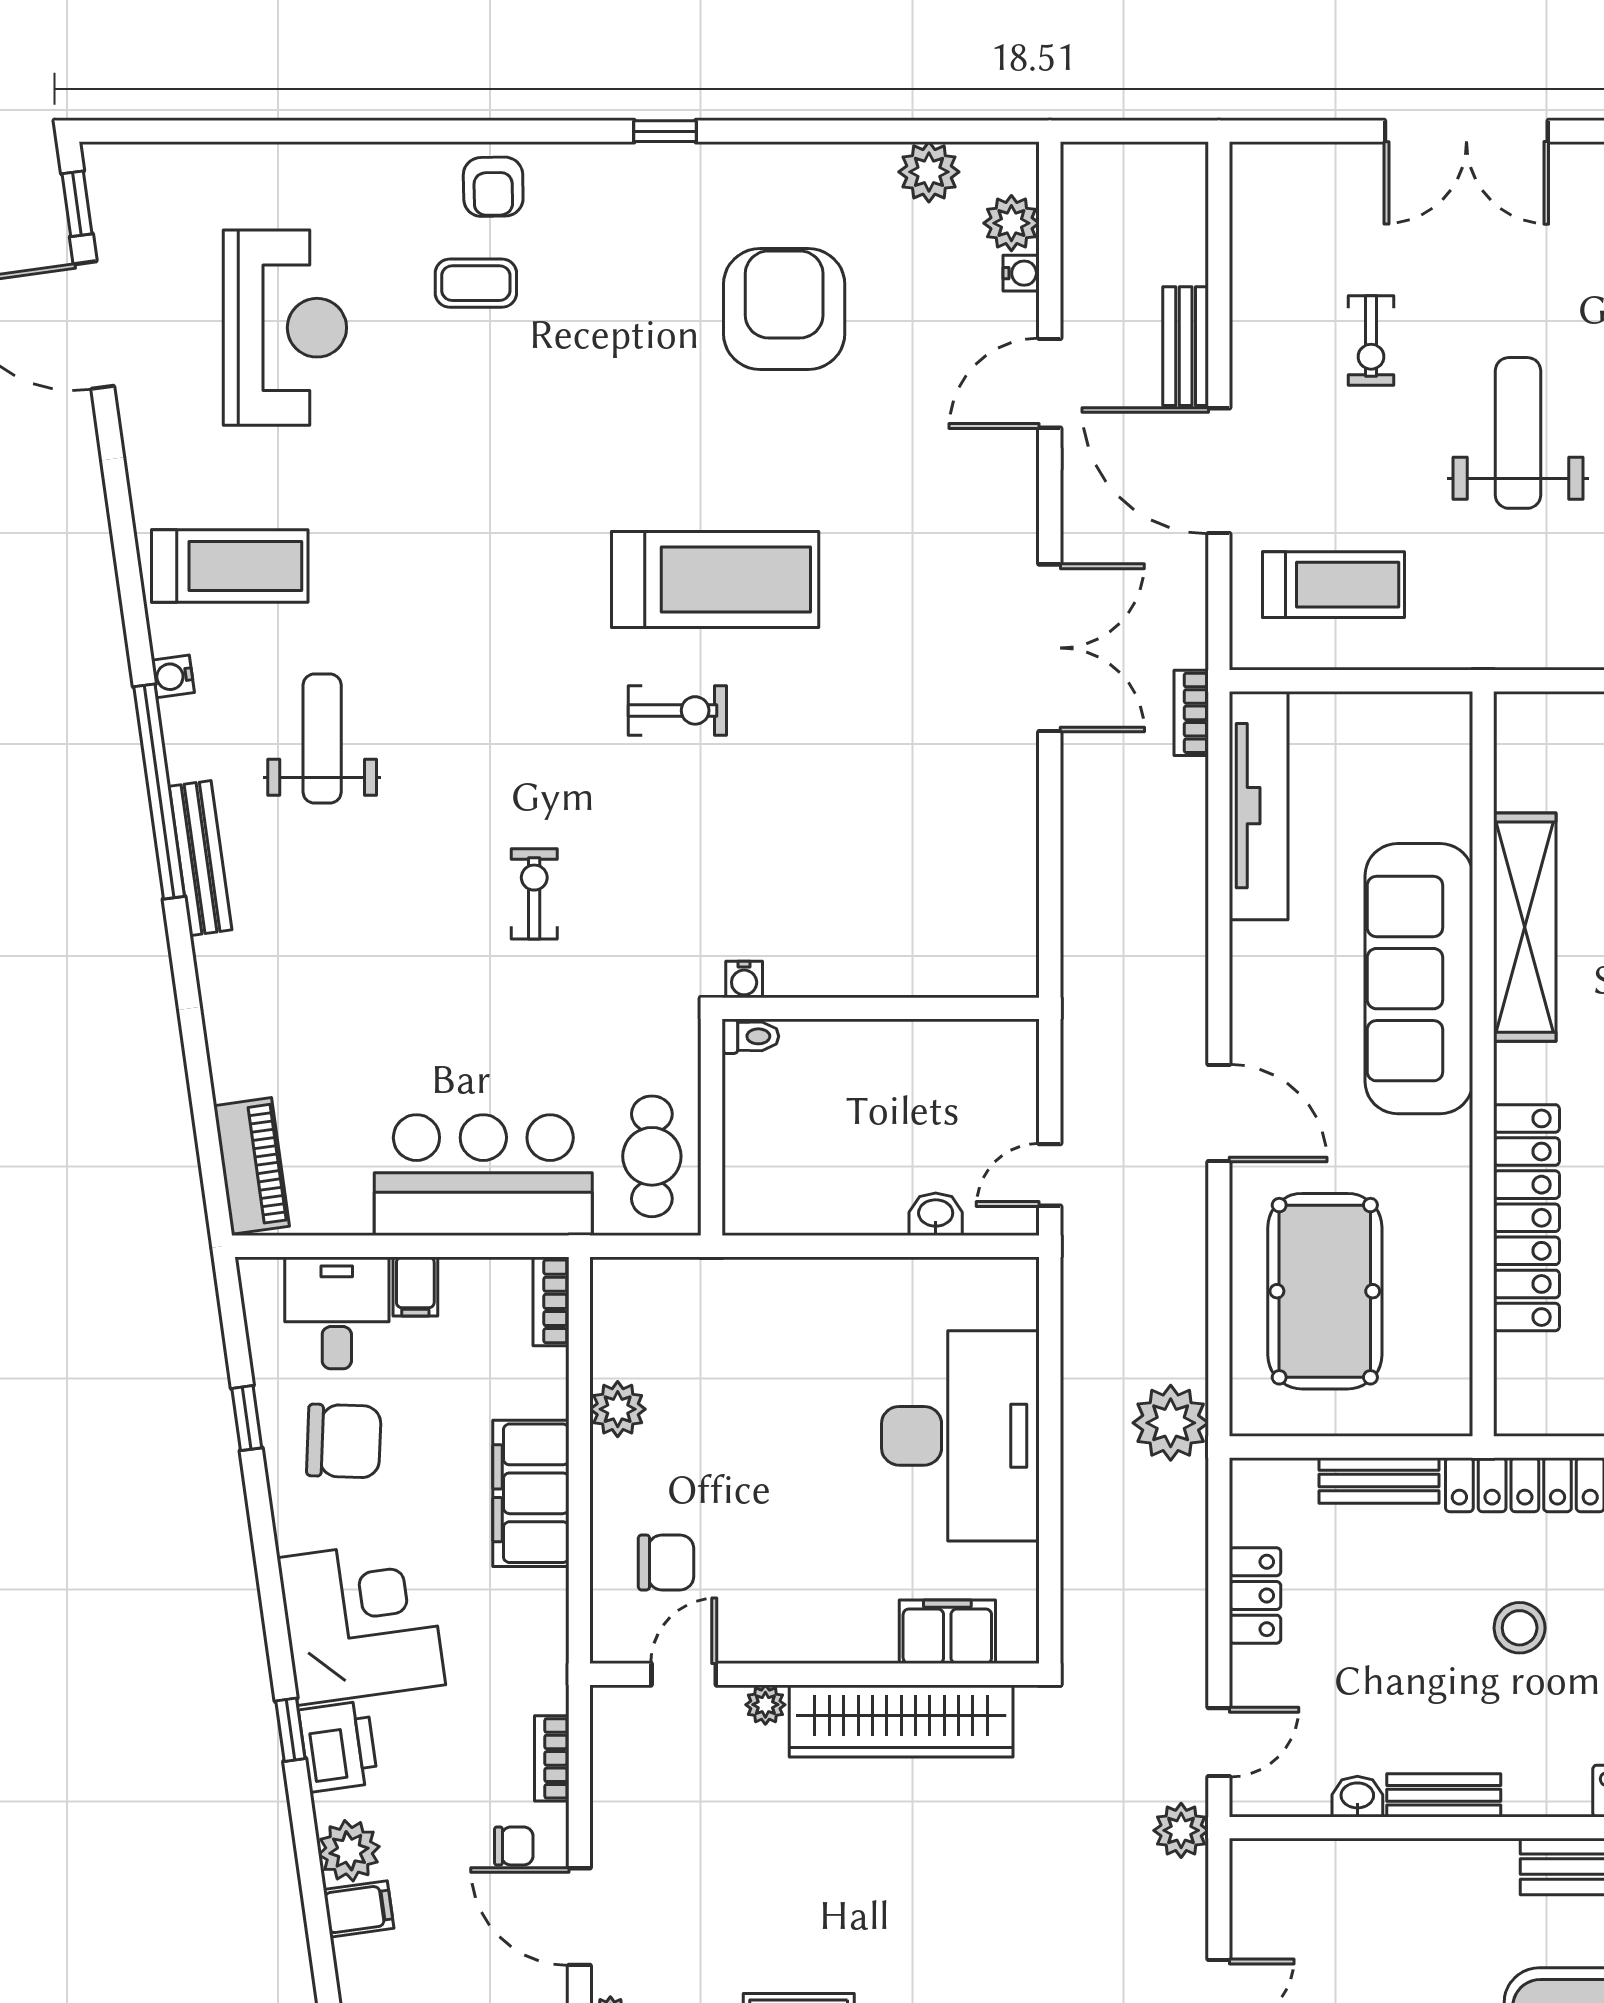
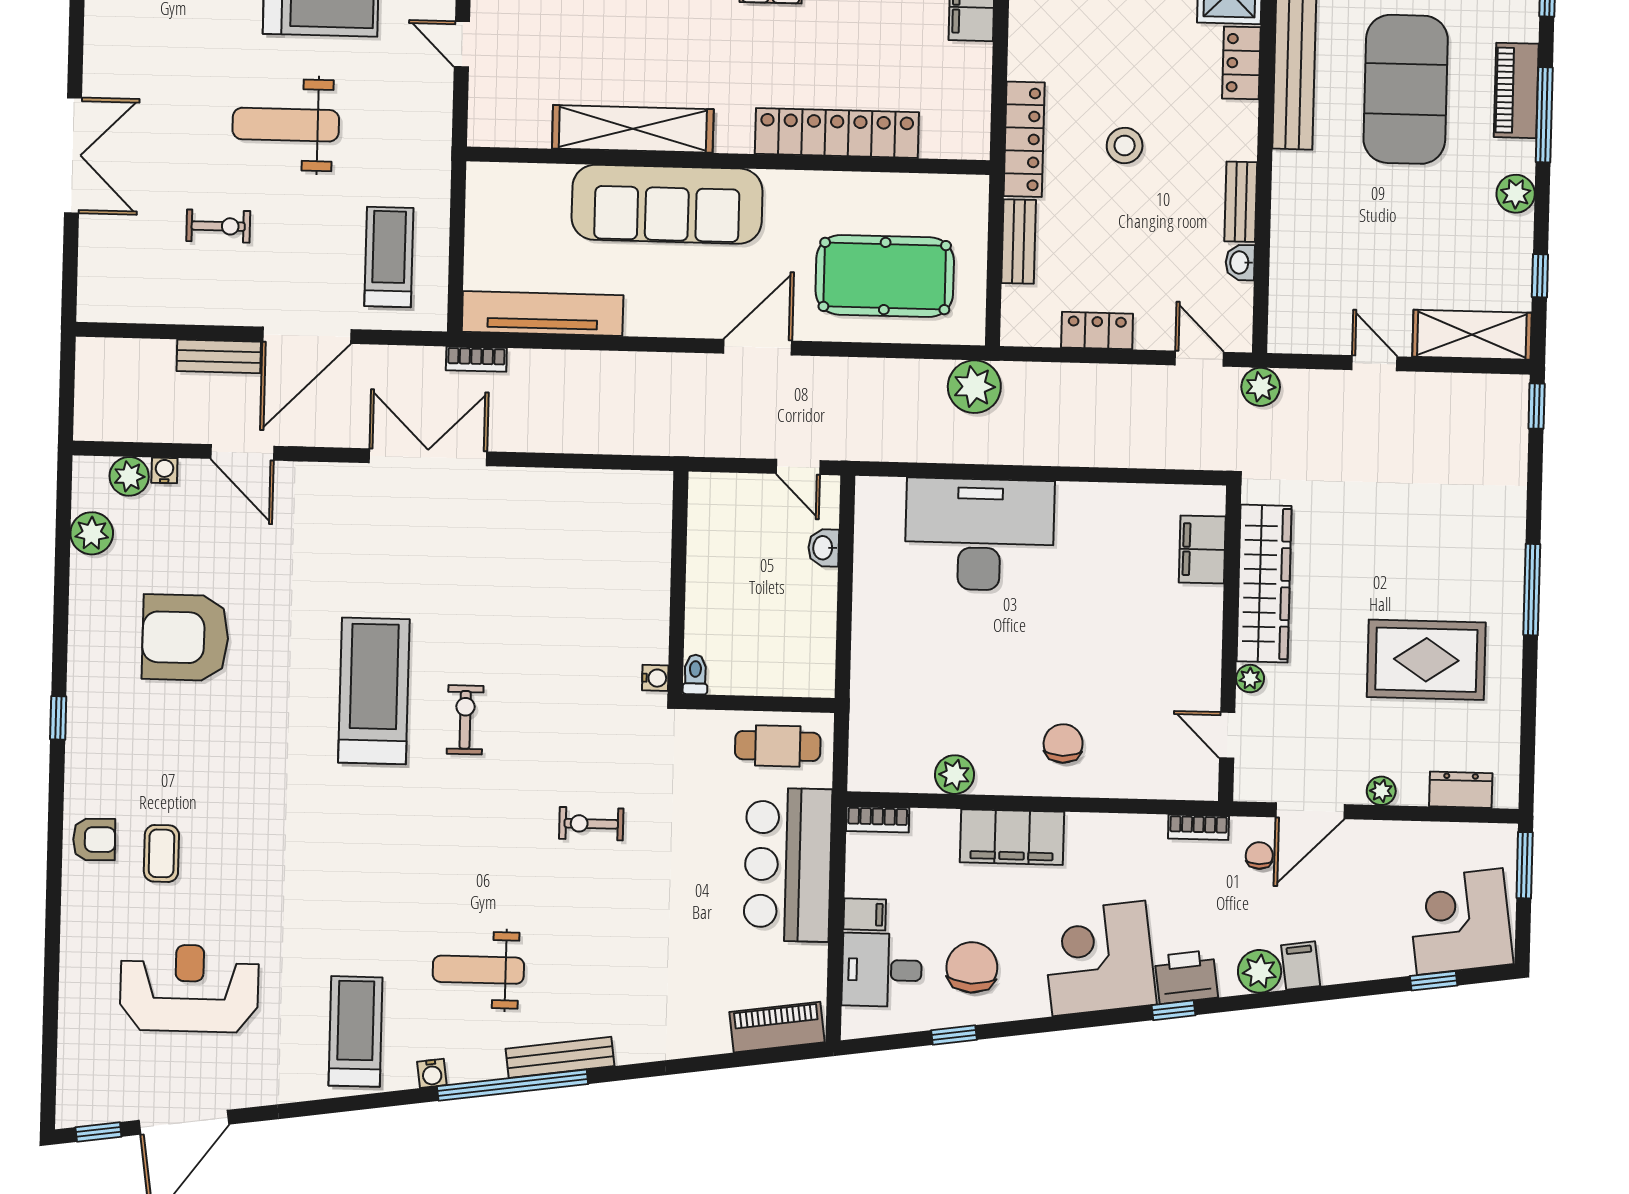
filing cabinet: (947, 1632) -> (1202, 549), moved
door: (684, 1674) -> (1227, 735), moved
wall: (815, 1674) -> (1230, 643), moved
plant: (765, 1705) -> (1250, 679), moved
wardrobe: (901, 1721) -> (1264, 584), moved

